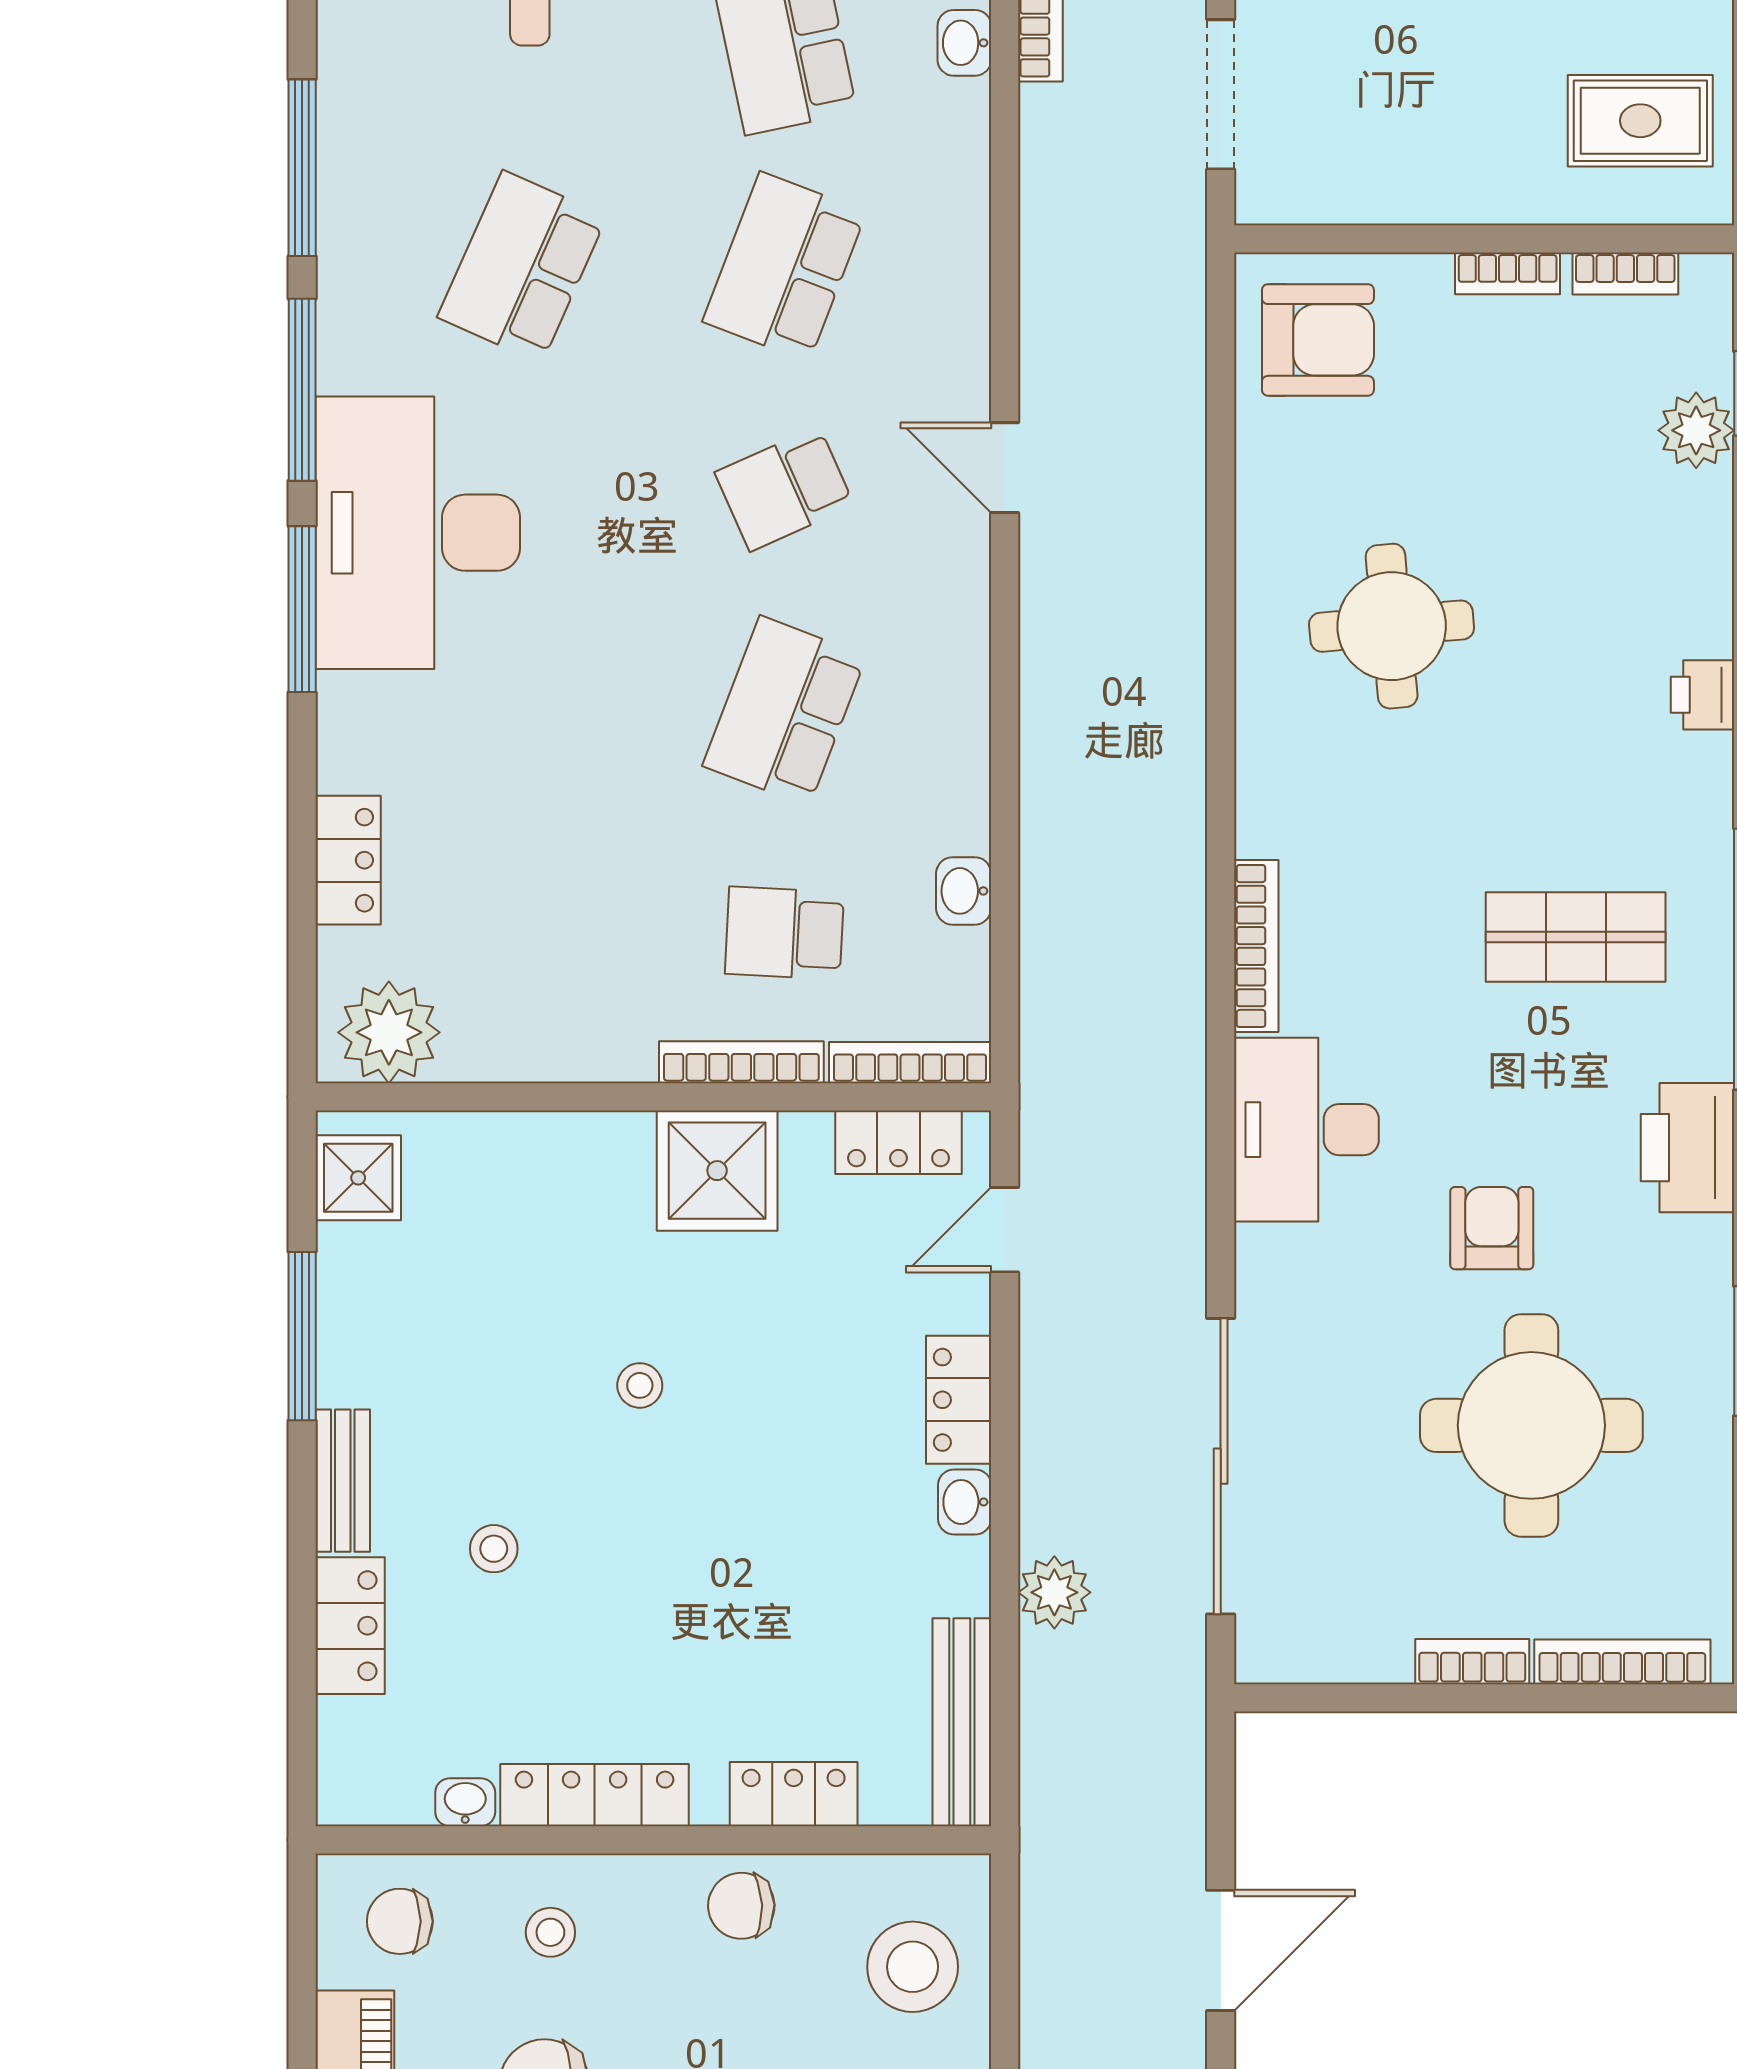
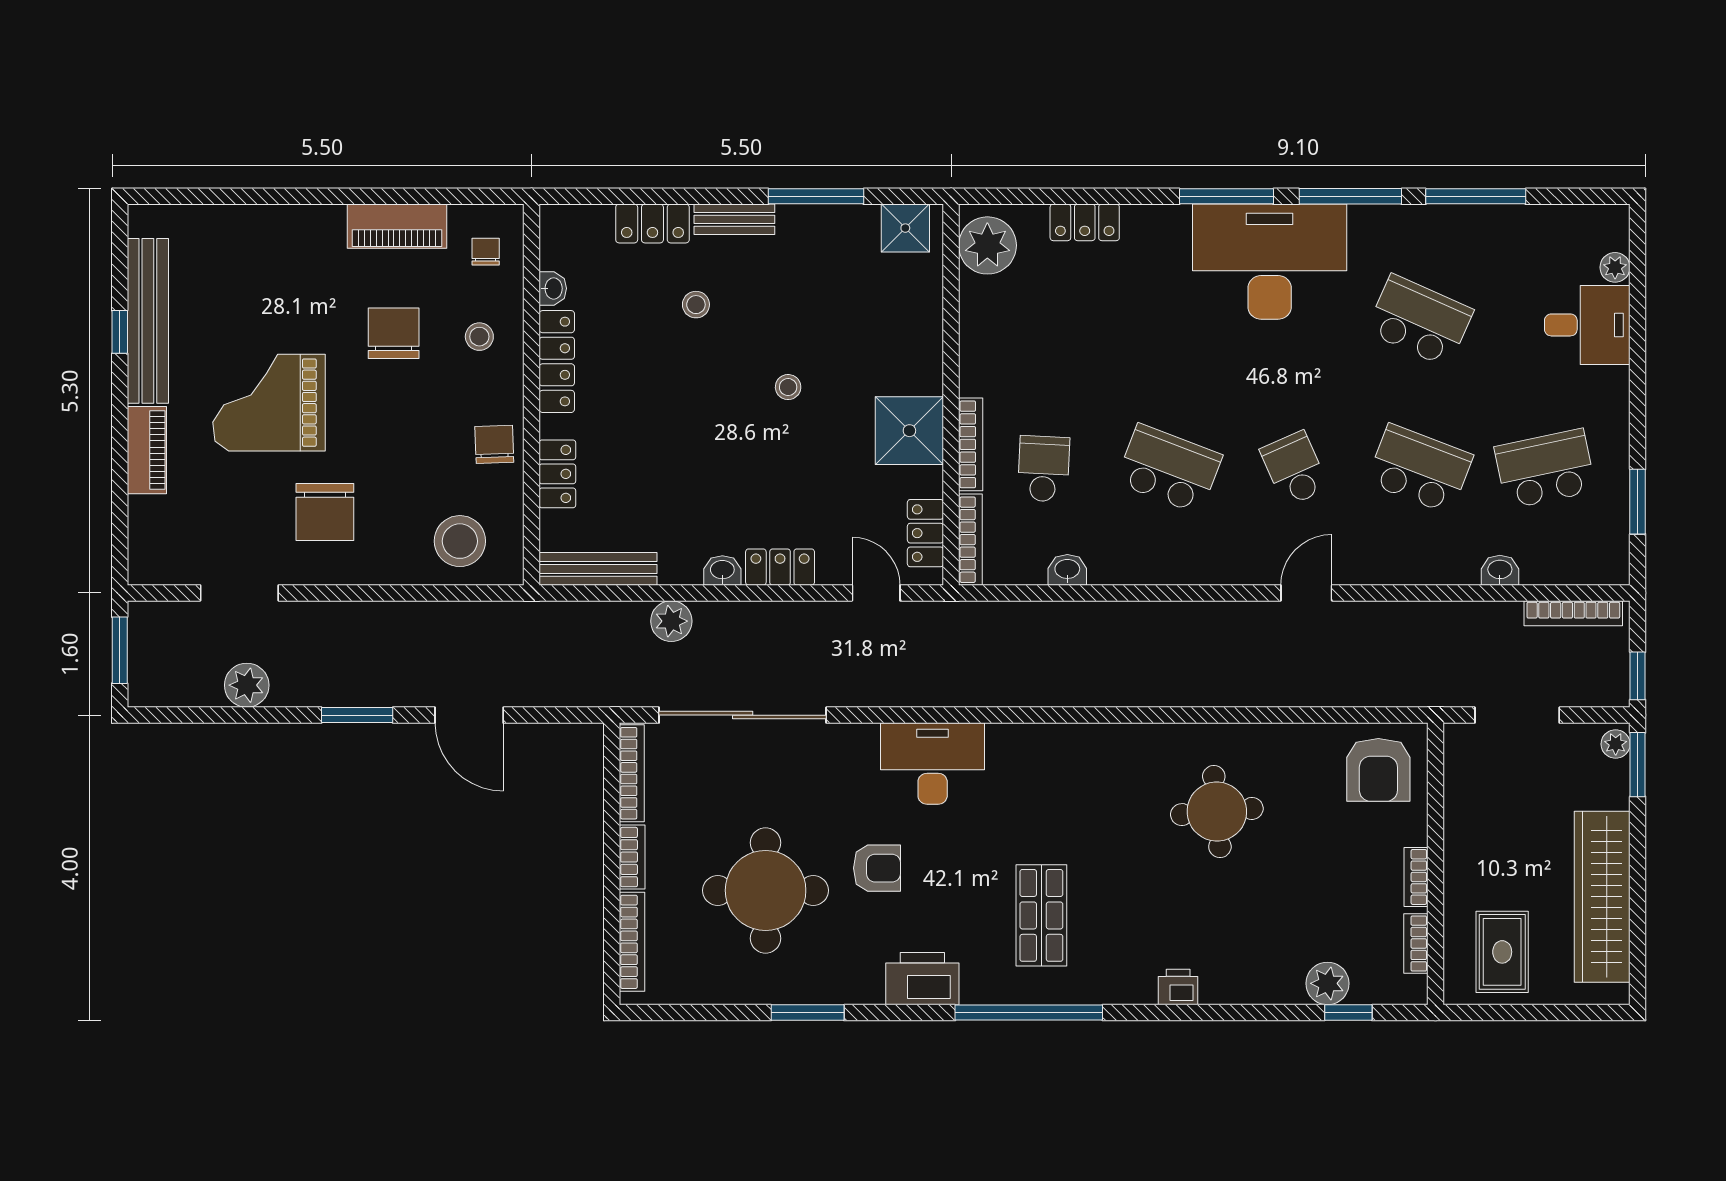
washbasin: (964, 43) -> (1500, 570), moved
bookcase: (1256, 946) -> (632, 773), moved, turned -90
chair: (400, 1921) -> (486, 252), width x0.73, depth x0.73

